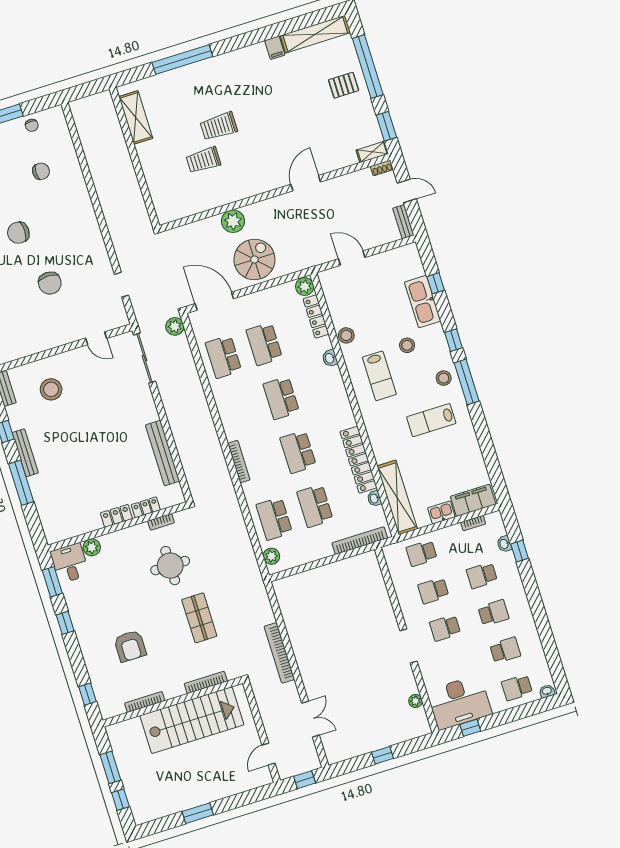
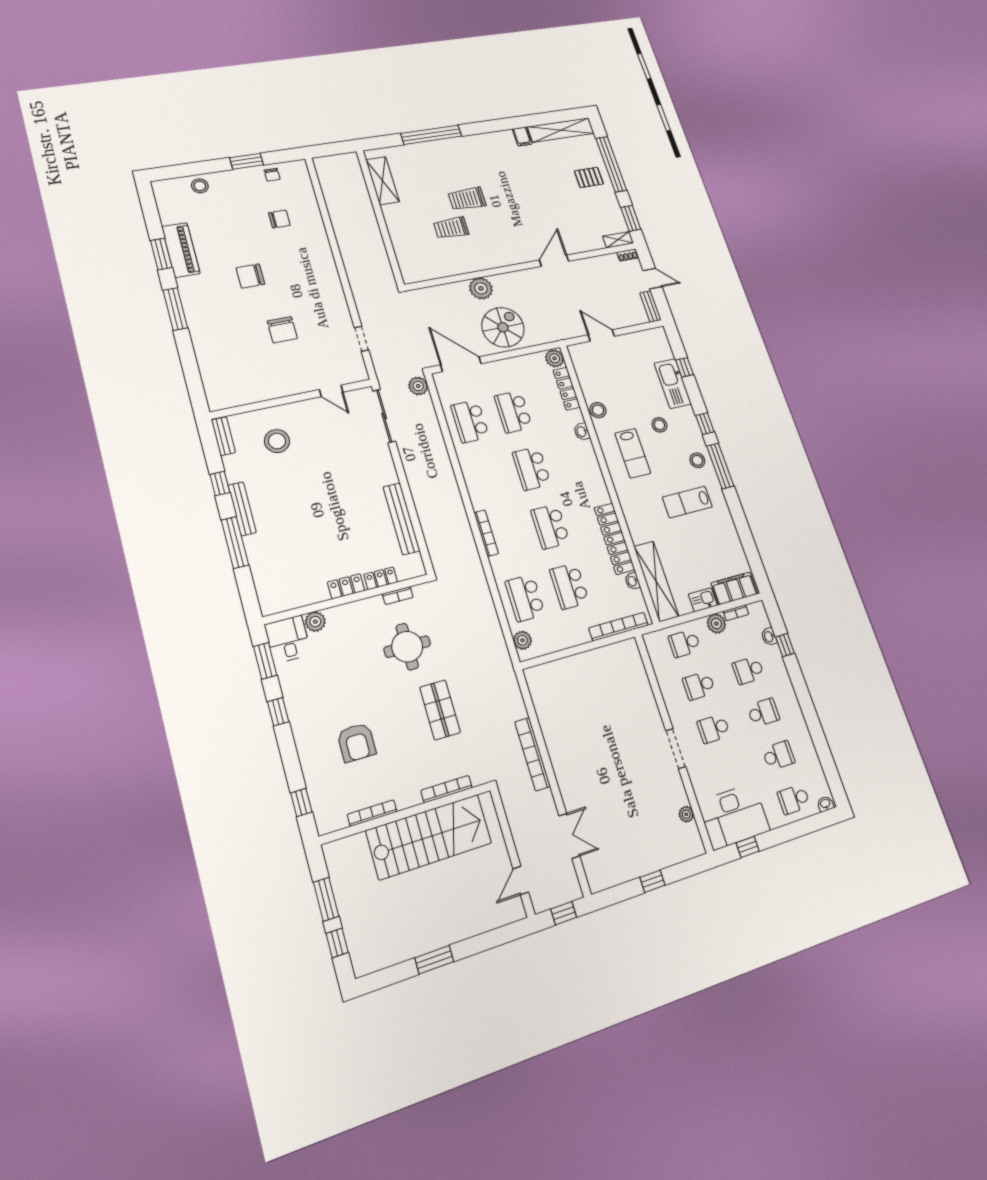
plant: (453, 534) -> (716, 624), added

